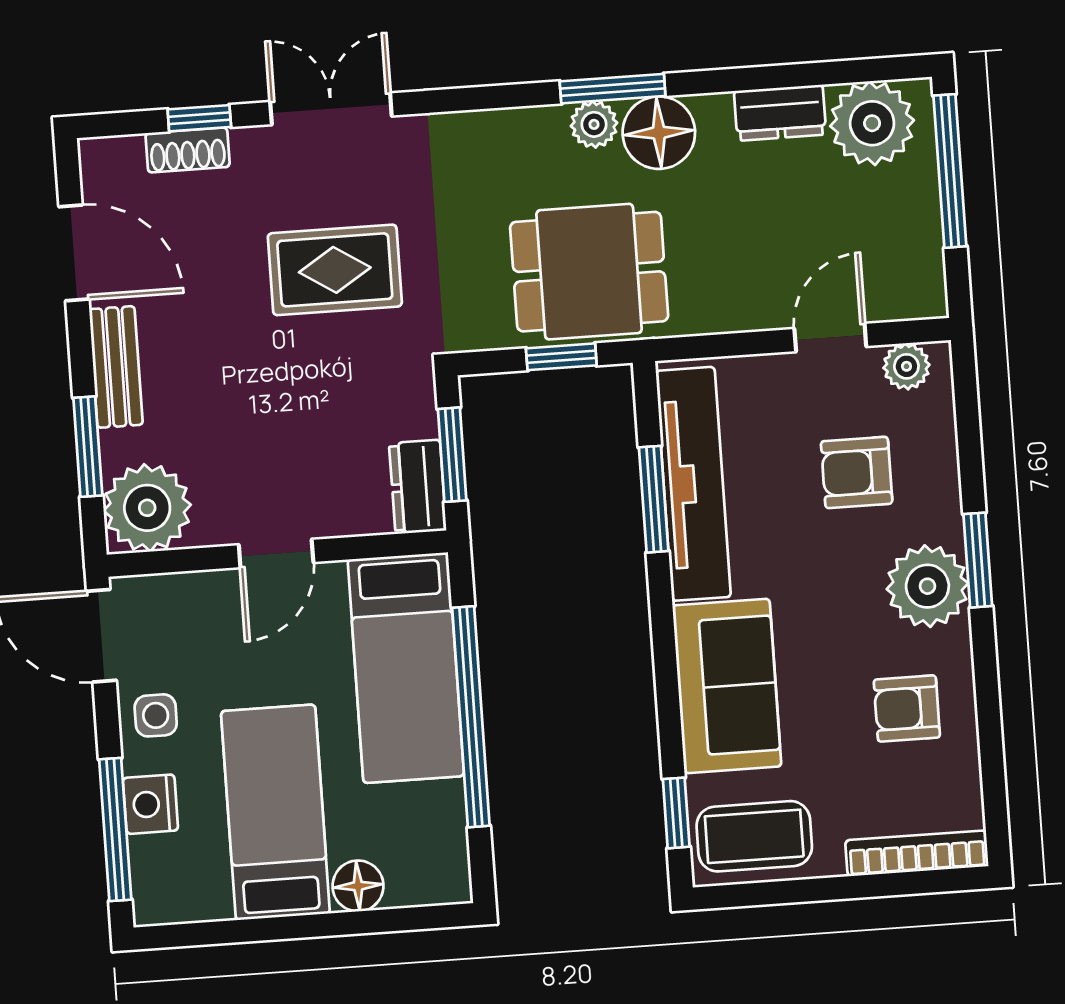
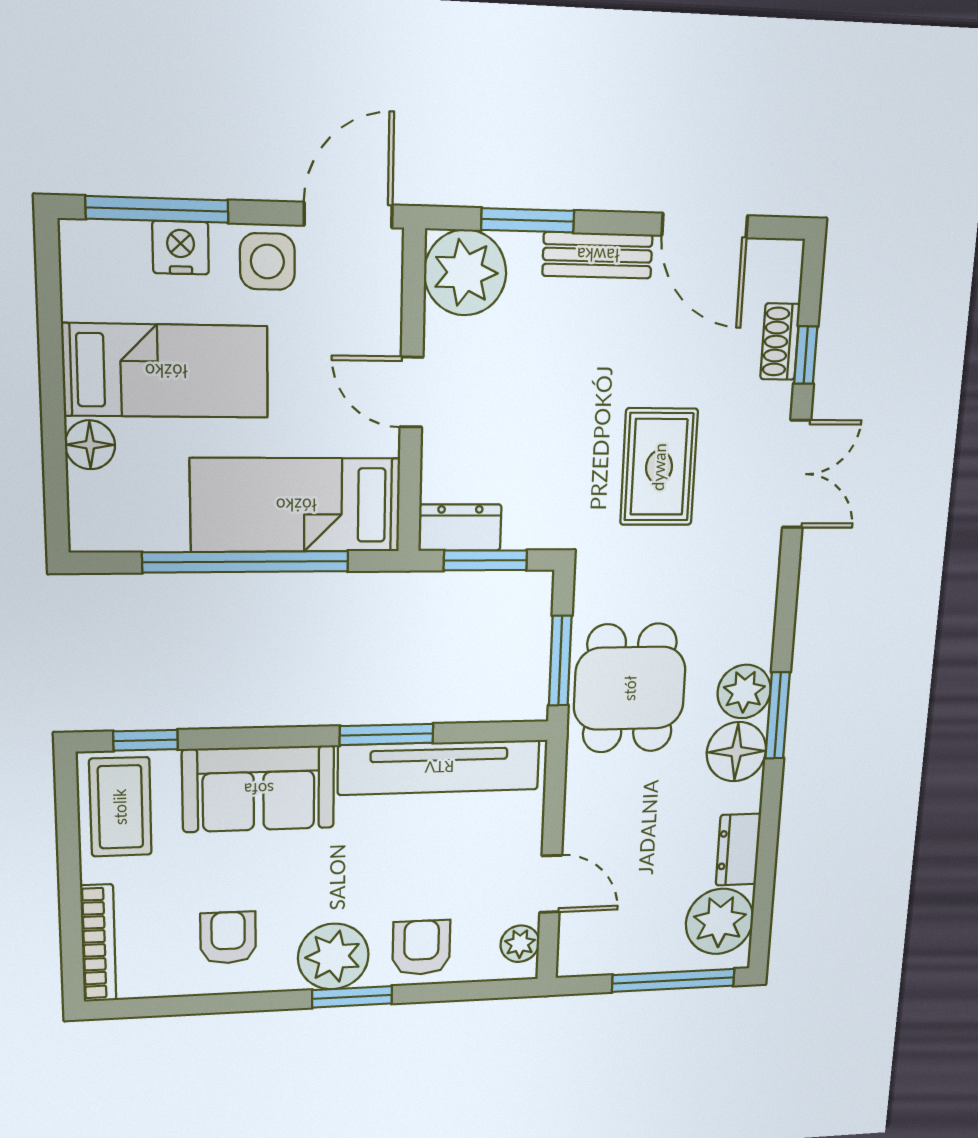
plant: (594, 124) -> (744, 692), width x1.38, depth x1.38
door: (74, 253) -> (705, 226), hinge flipped
window: (561, 357) -> (560, 661), width x1.50
armchair: (857, 472) -> (421, 948), moved
window: (654, 499) -> (387, 734), moved
side table: (156, 715) -> (267, 261), width x1.37, depth x1.37

